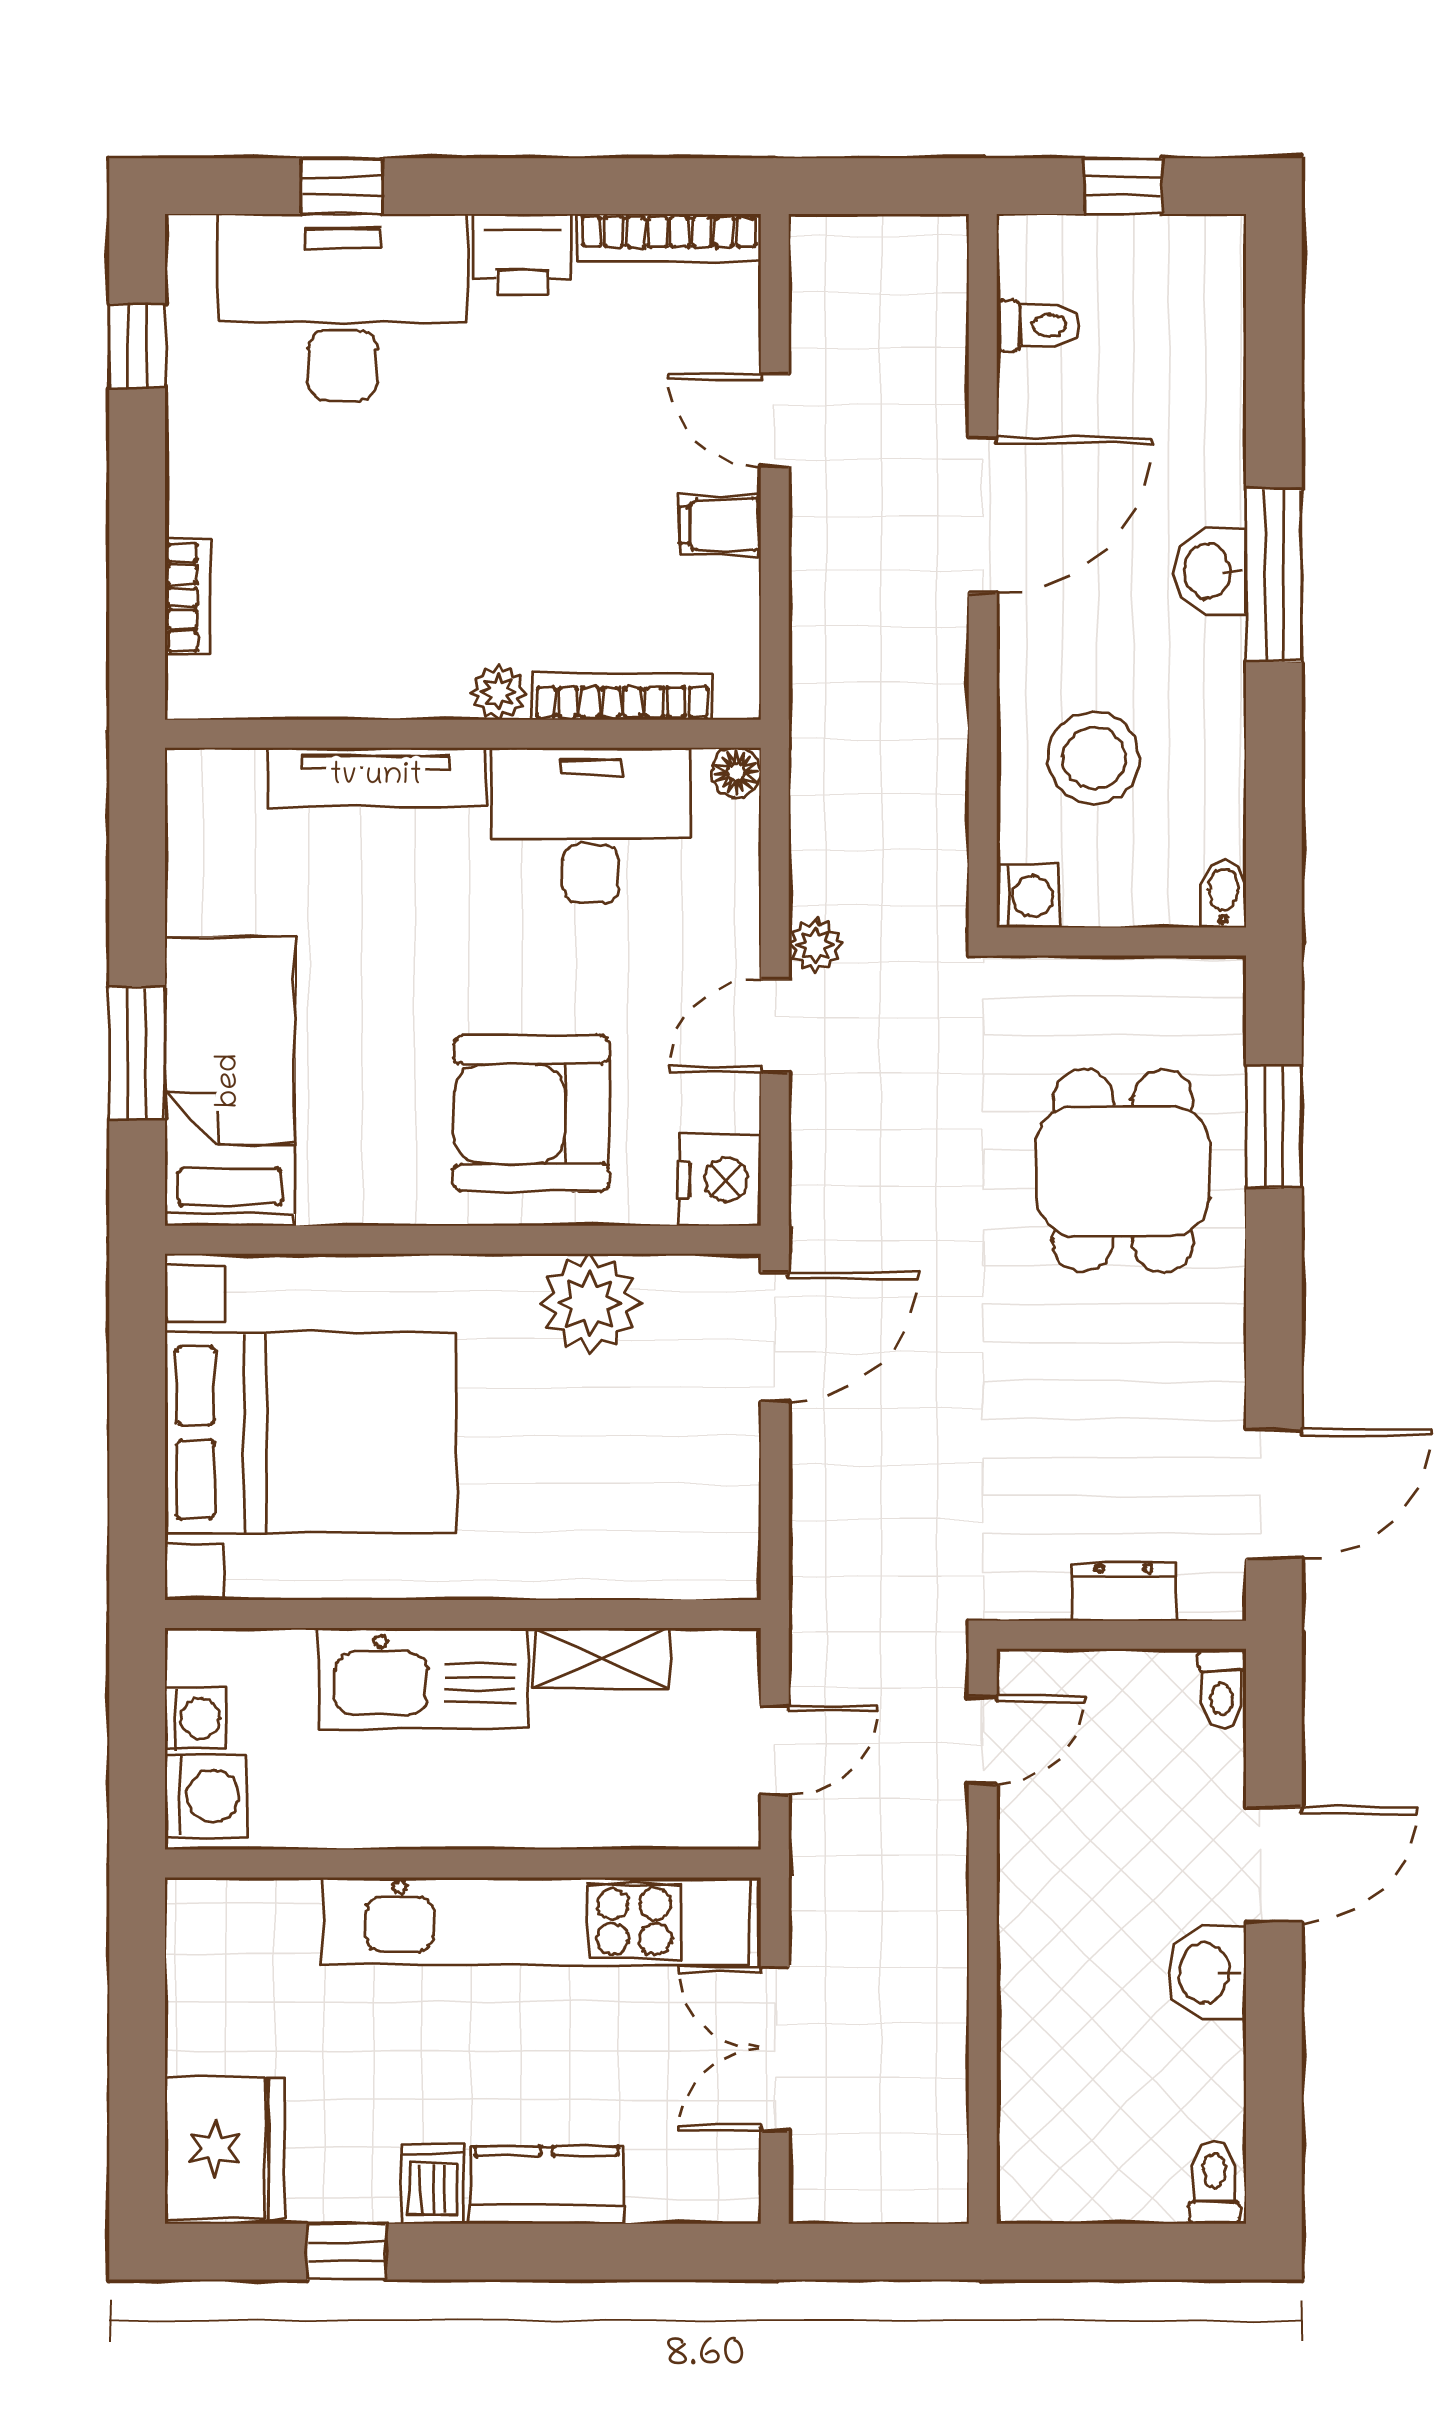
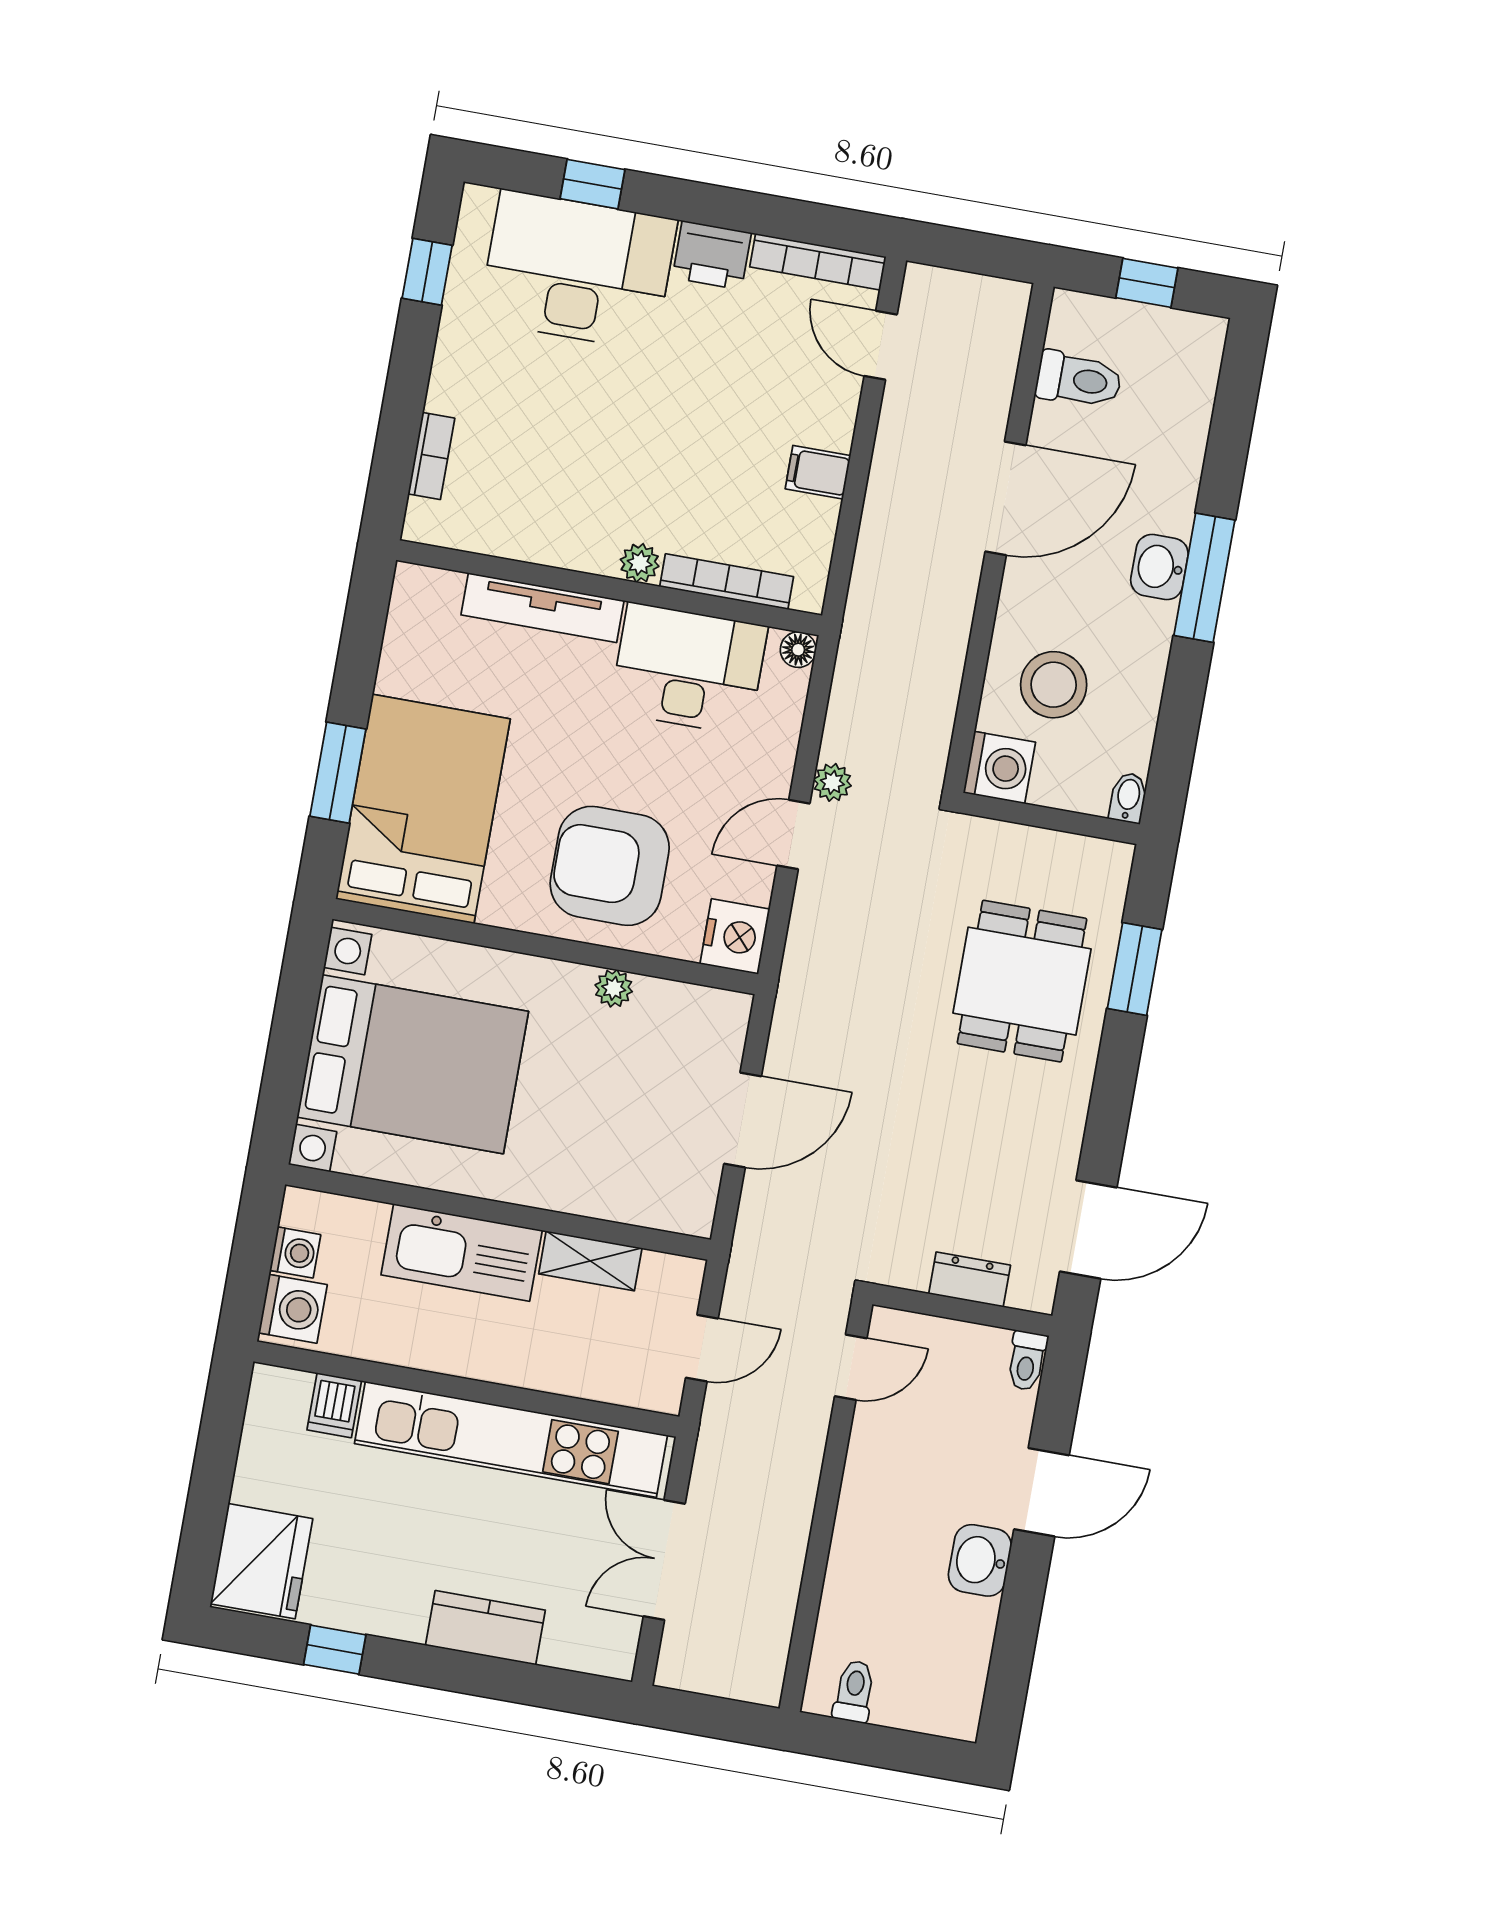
toilet: (1038, 326) -> (1079, 380), width x1.37, depth x1.39
door: (775, 421) -> (881, 345), moved
washing machine: (1028, 896) -> (999, 768), width x1.38, depth x1.38
bed: (230, 1081) -> (423, 809), width x1.50
plant: (590, 1303) -> (614, 988), width x0.53, depth x0.53
door: (775, 1337) -> (743, 1120), moved
toilet: (1214, 2182) -> (854, 1691), moved
dishwasher: (432, 2184) -> (334, 1405), moved, turned 180

